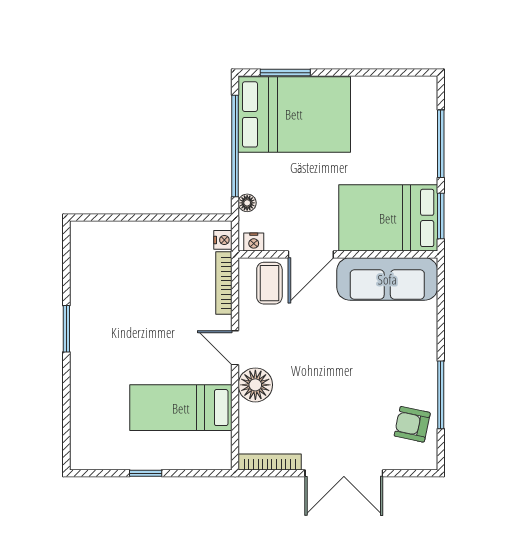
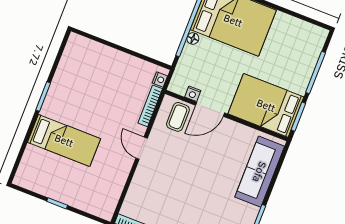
floor lamp: (247, 203) -> (193, 38), moved
nightstand: (254, 242) -> (193, 94), moved
sofa: (387, 279) -> (260, 172), moved, turned 90
floor lamp: (255, 385) -> (145, 176), removed
bed: (181, 408) -> (64, 140), moved, turned 180

